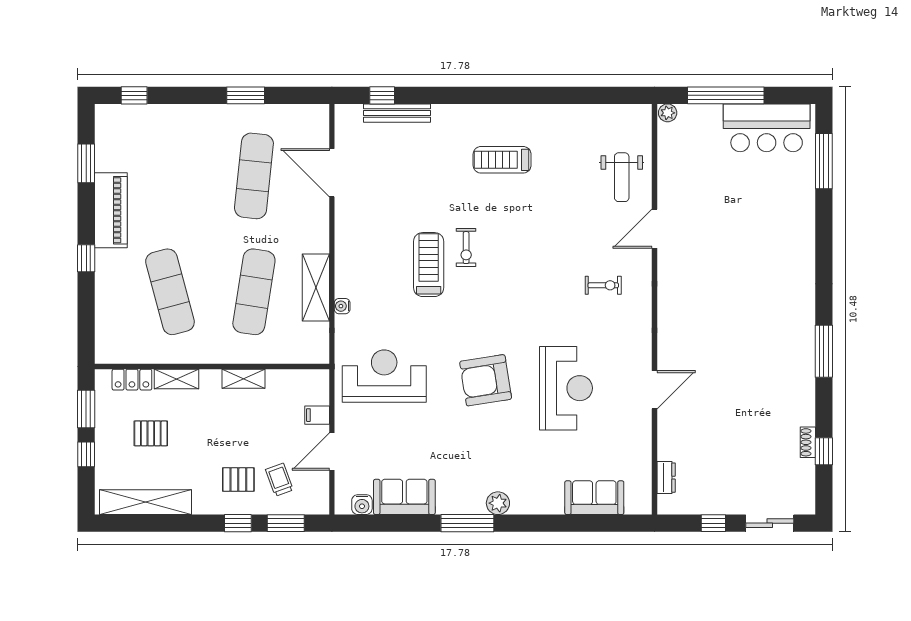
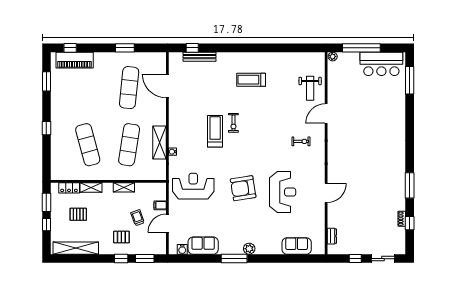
piano: (111, 210) -> (75, 60), moved, turned 90
window: (824, 351) -> (410, 185), moved
trolley: (279, 480) -> (138, 218), moved

